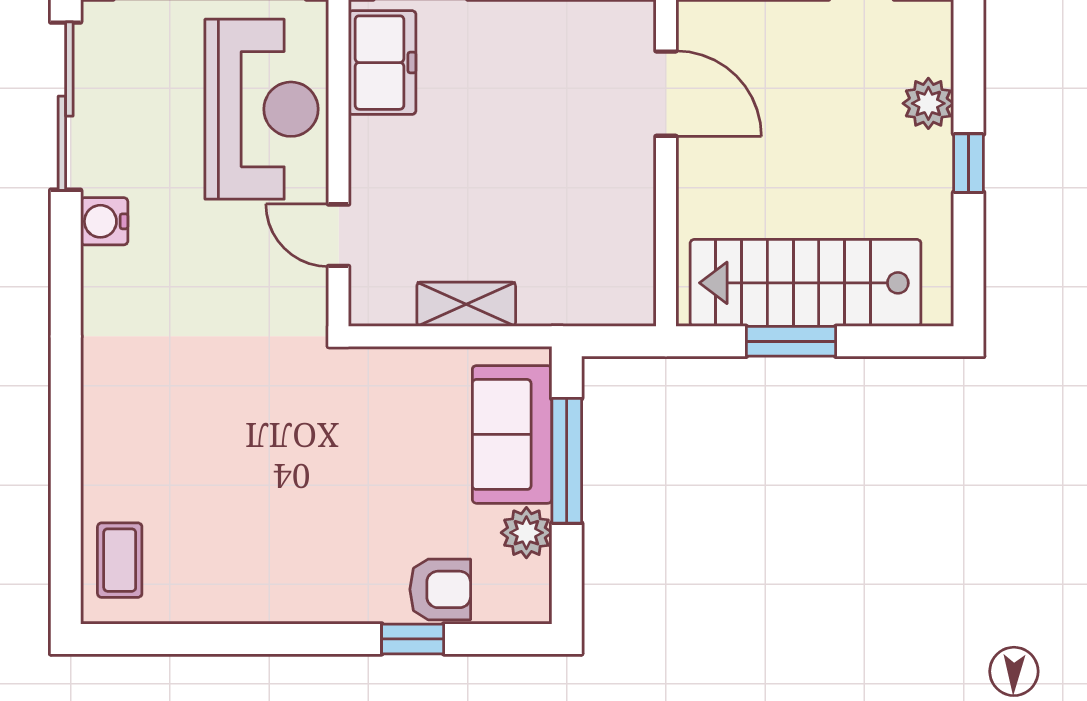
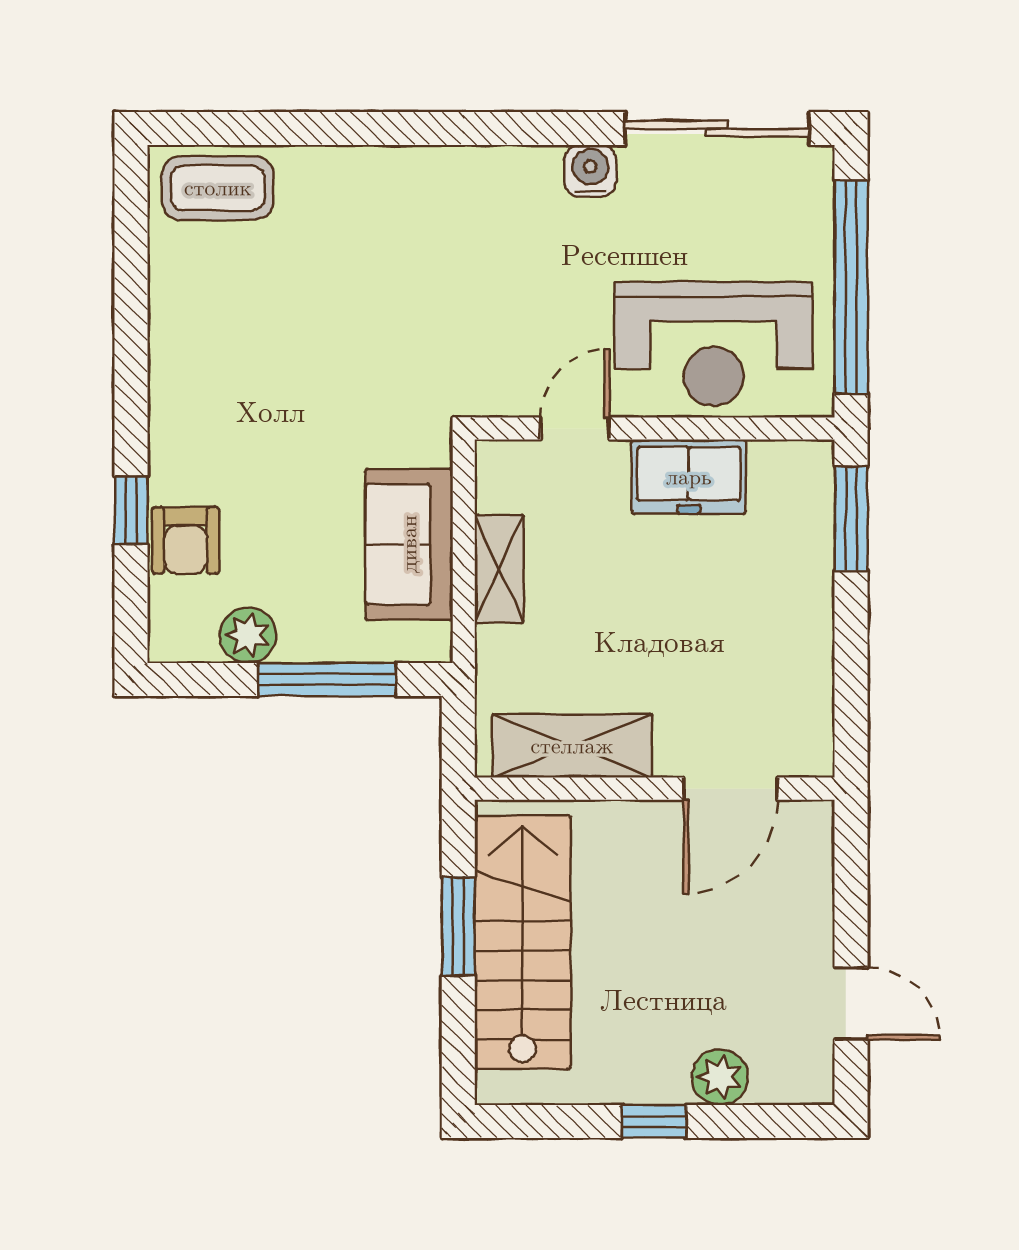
freezer: (382, 63) -> (689, 477), moved
shelving: (627, 238) -> (572, 746), added
sofa: (512, 434) -> (409, 544), moved, turned -90
coffee table: (120, 560) -> (218, 188), width x1.36, depth x1.30

